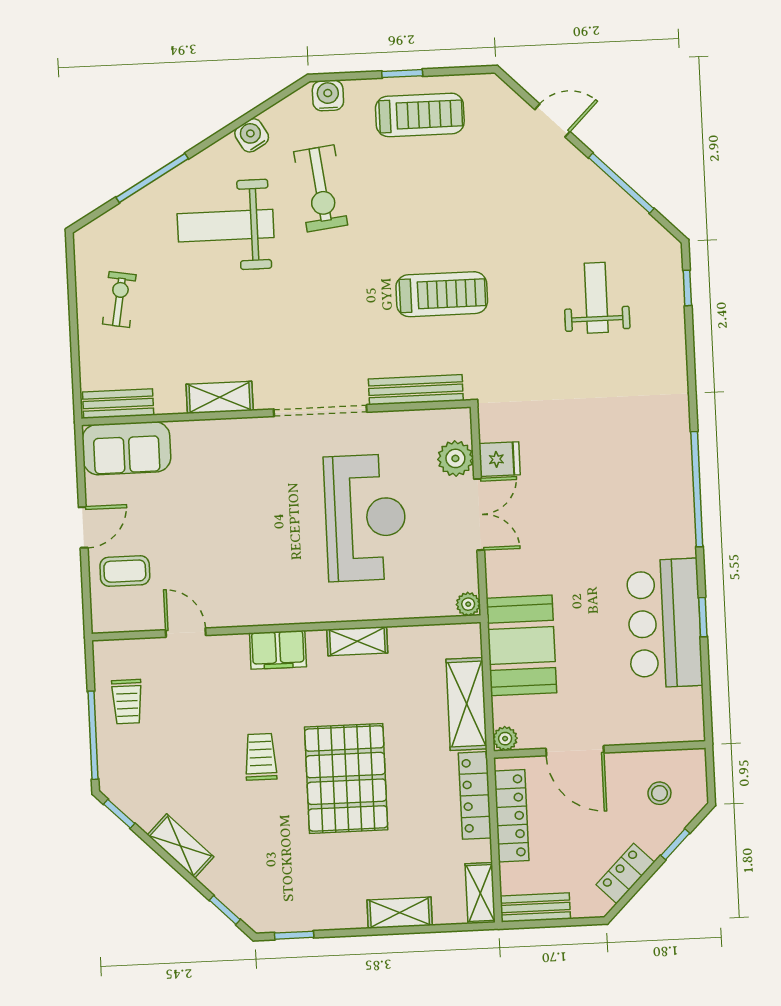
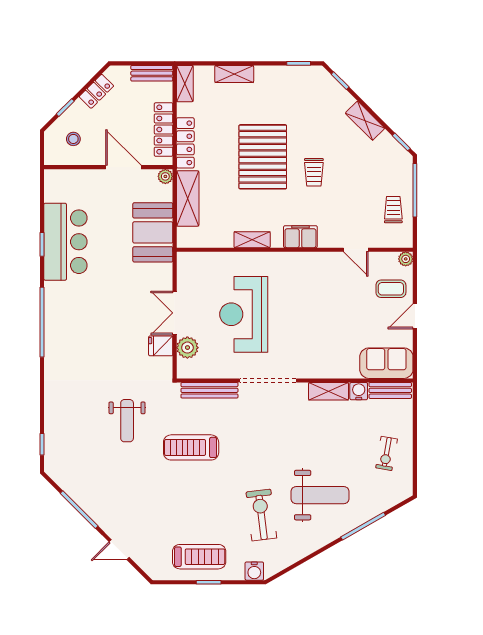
treadmill: (420, 115) -> (199, 557), turned 180
water cooler: (252, 135) -> (359, 391), moved, turned -150
weight bench: (596, 298) -> (127, 421), moved
plant: (468, 604) -> (406, 259), moved

